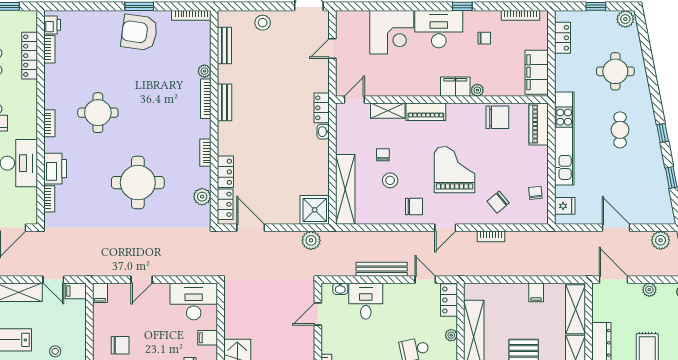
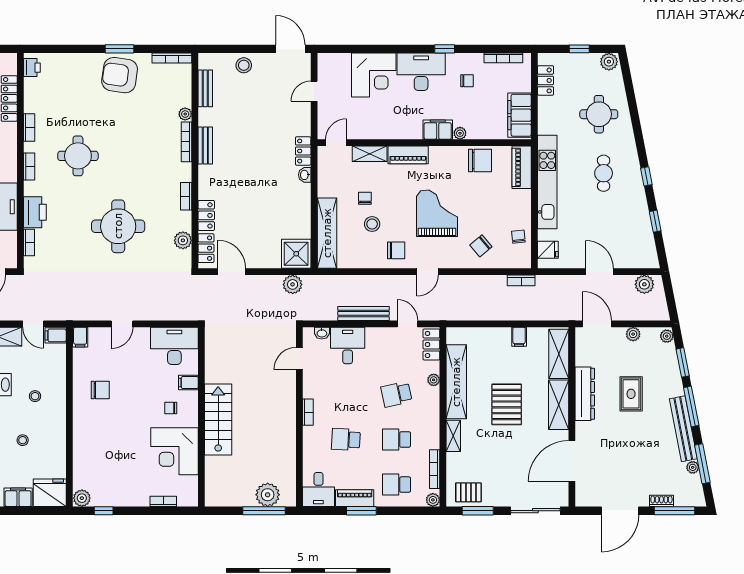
bookcase: (49, 49) -> (29, 127), moved
bookcase: (491, 236) -> (521, 280), moved

